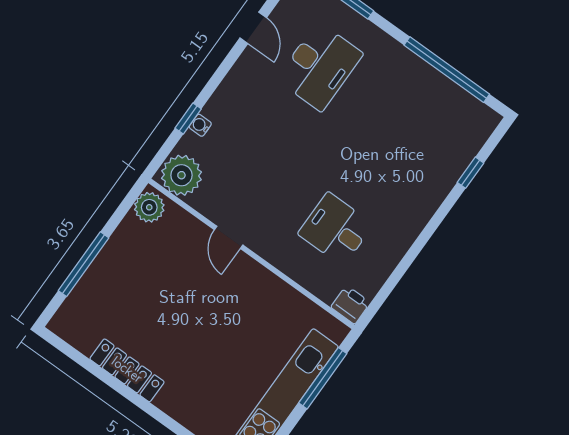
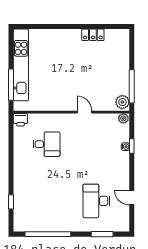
plant: (181, 175) -> (123, 118), width x0.53, depth x0.53
window: (83, 264) -> (132, 86), moved
locker: (127, 370) -> (93, 35), width x0.66

